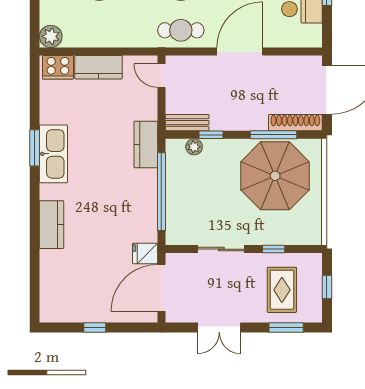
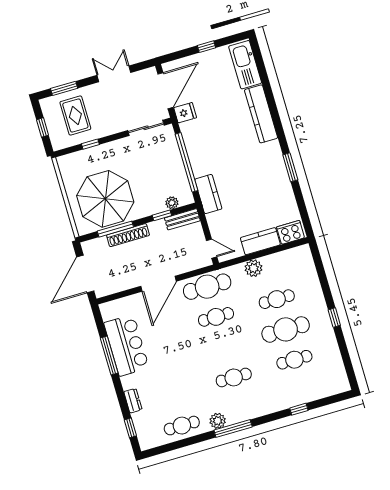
cafe table: (181, 30) -> (207, 287), width x1.37, depth x1.35
plant: (51, 36) -> (253, 268), moved
shoe rack: (295, 123) -> (128, 235), moved
kitchen sink: (53, 154) -> (245, 65), moved
kitchen counter: (51, 225) -> (261, 114), width x1.50
sliding door: (221, 249) -> (146, 128), moved

